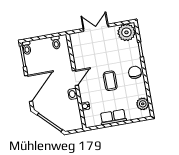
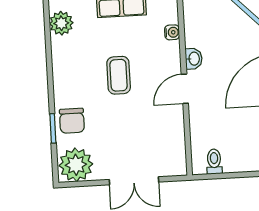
chair: (135, 72) -> (72, 121), moved

